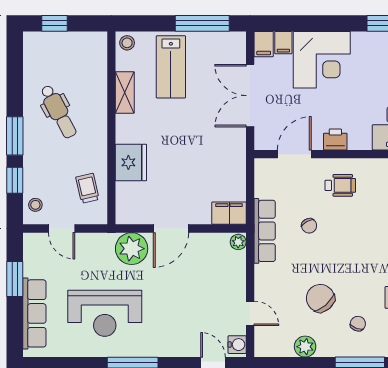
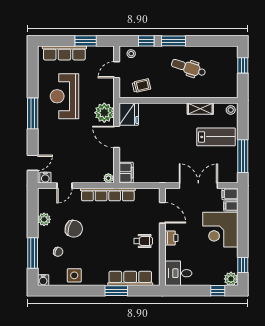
lab bench: (171, 67) -> (216, 137), turned 180
dental chair: (58, 112) -> (188, 68), turned 46
fridge: (131, 162) -> (129, 114), moved, turned -90
wheelchair: (340, 185) -> (143, 241), turned -90
chair: (309, 226) -> (118, 222), removed
row of seats: (265, 231) -> (108, 195), width x1.36
chair: (320, 298) -> (74, 229), turned 59

